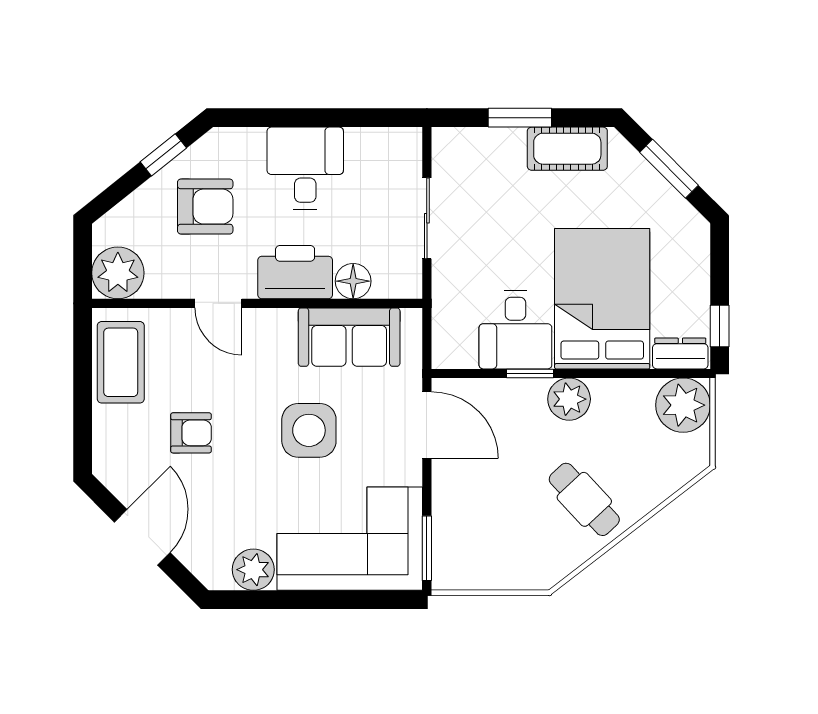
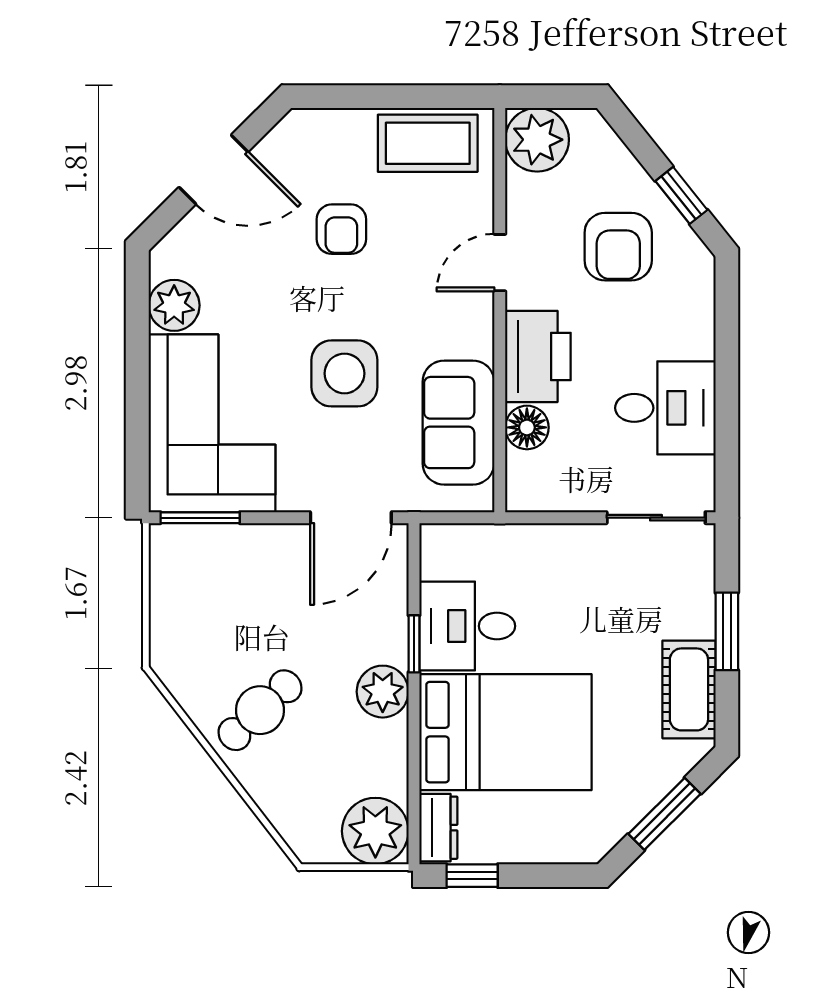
desk: (305, 168) -> (665, 408), moved
sliding door: (427, 218) -> (656, 518), moved

